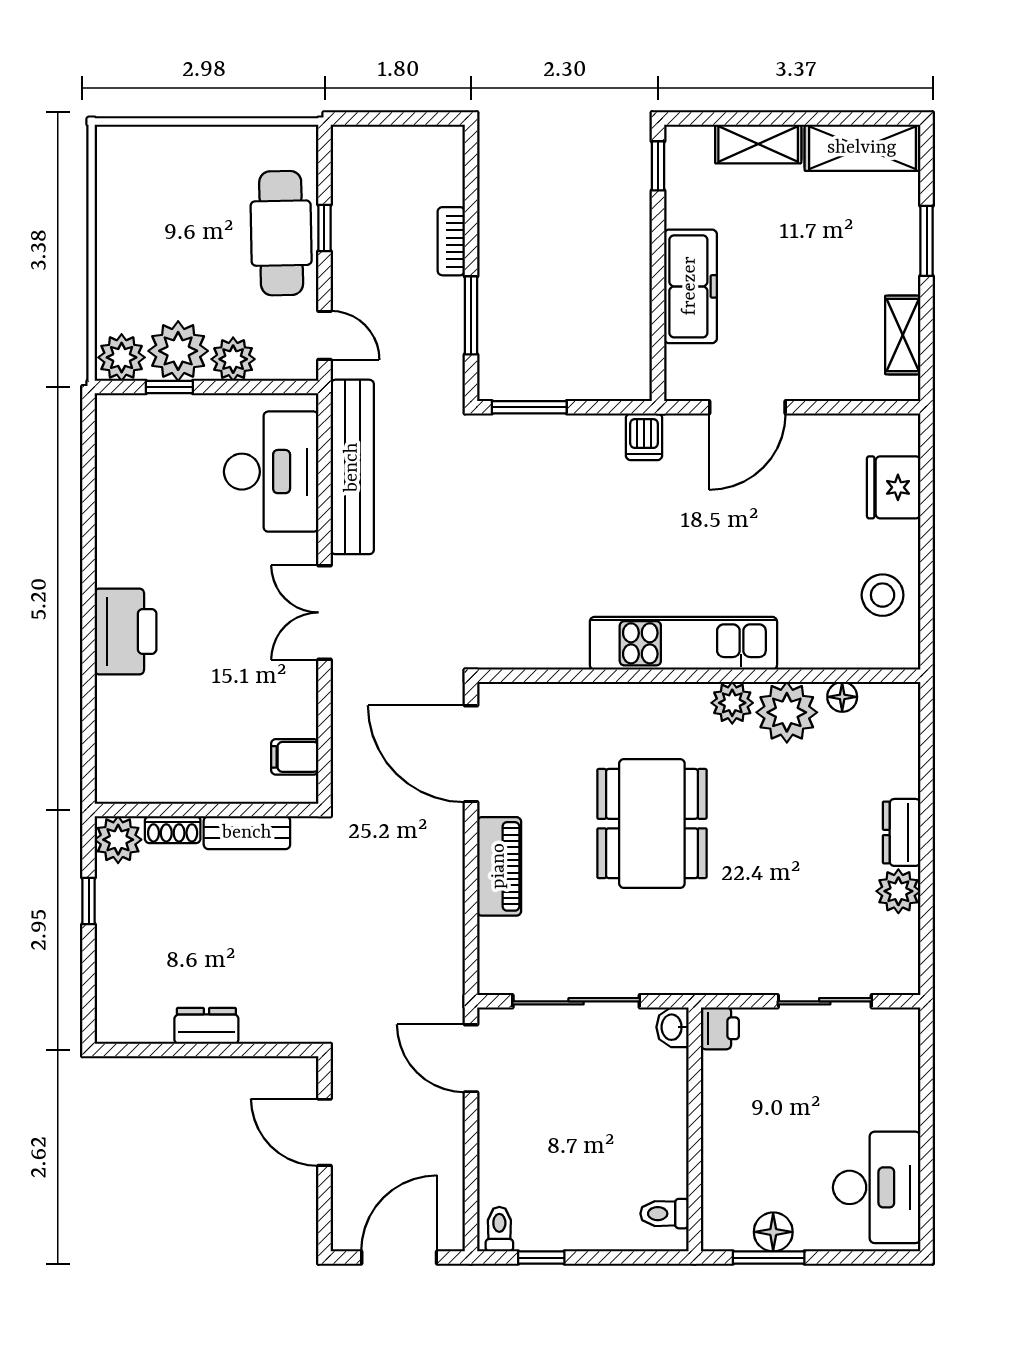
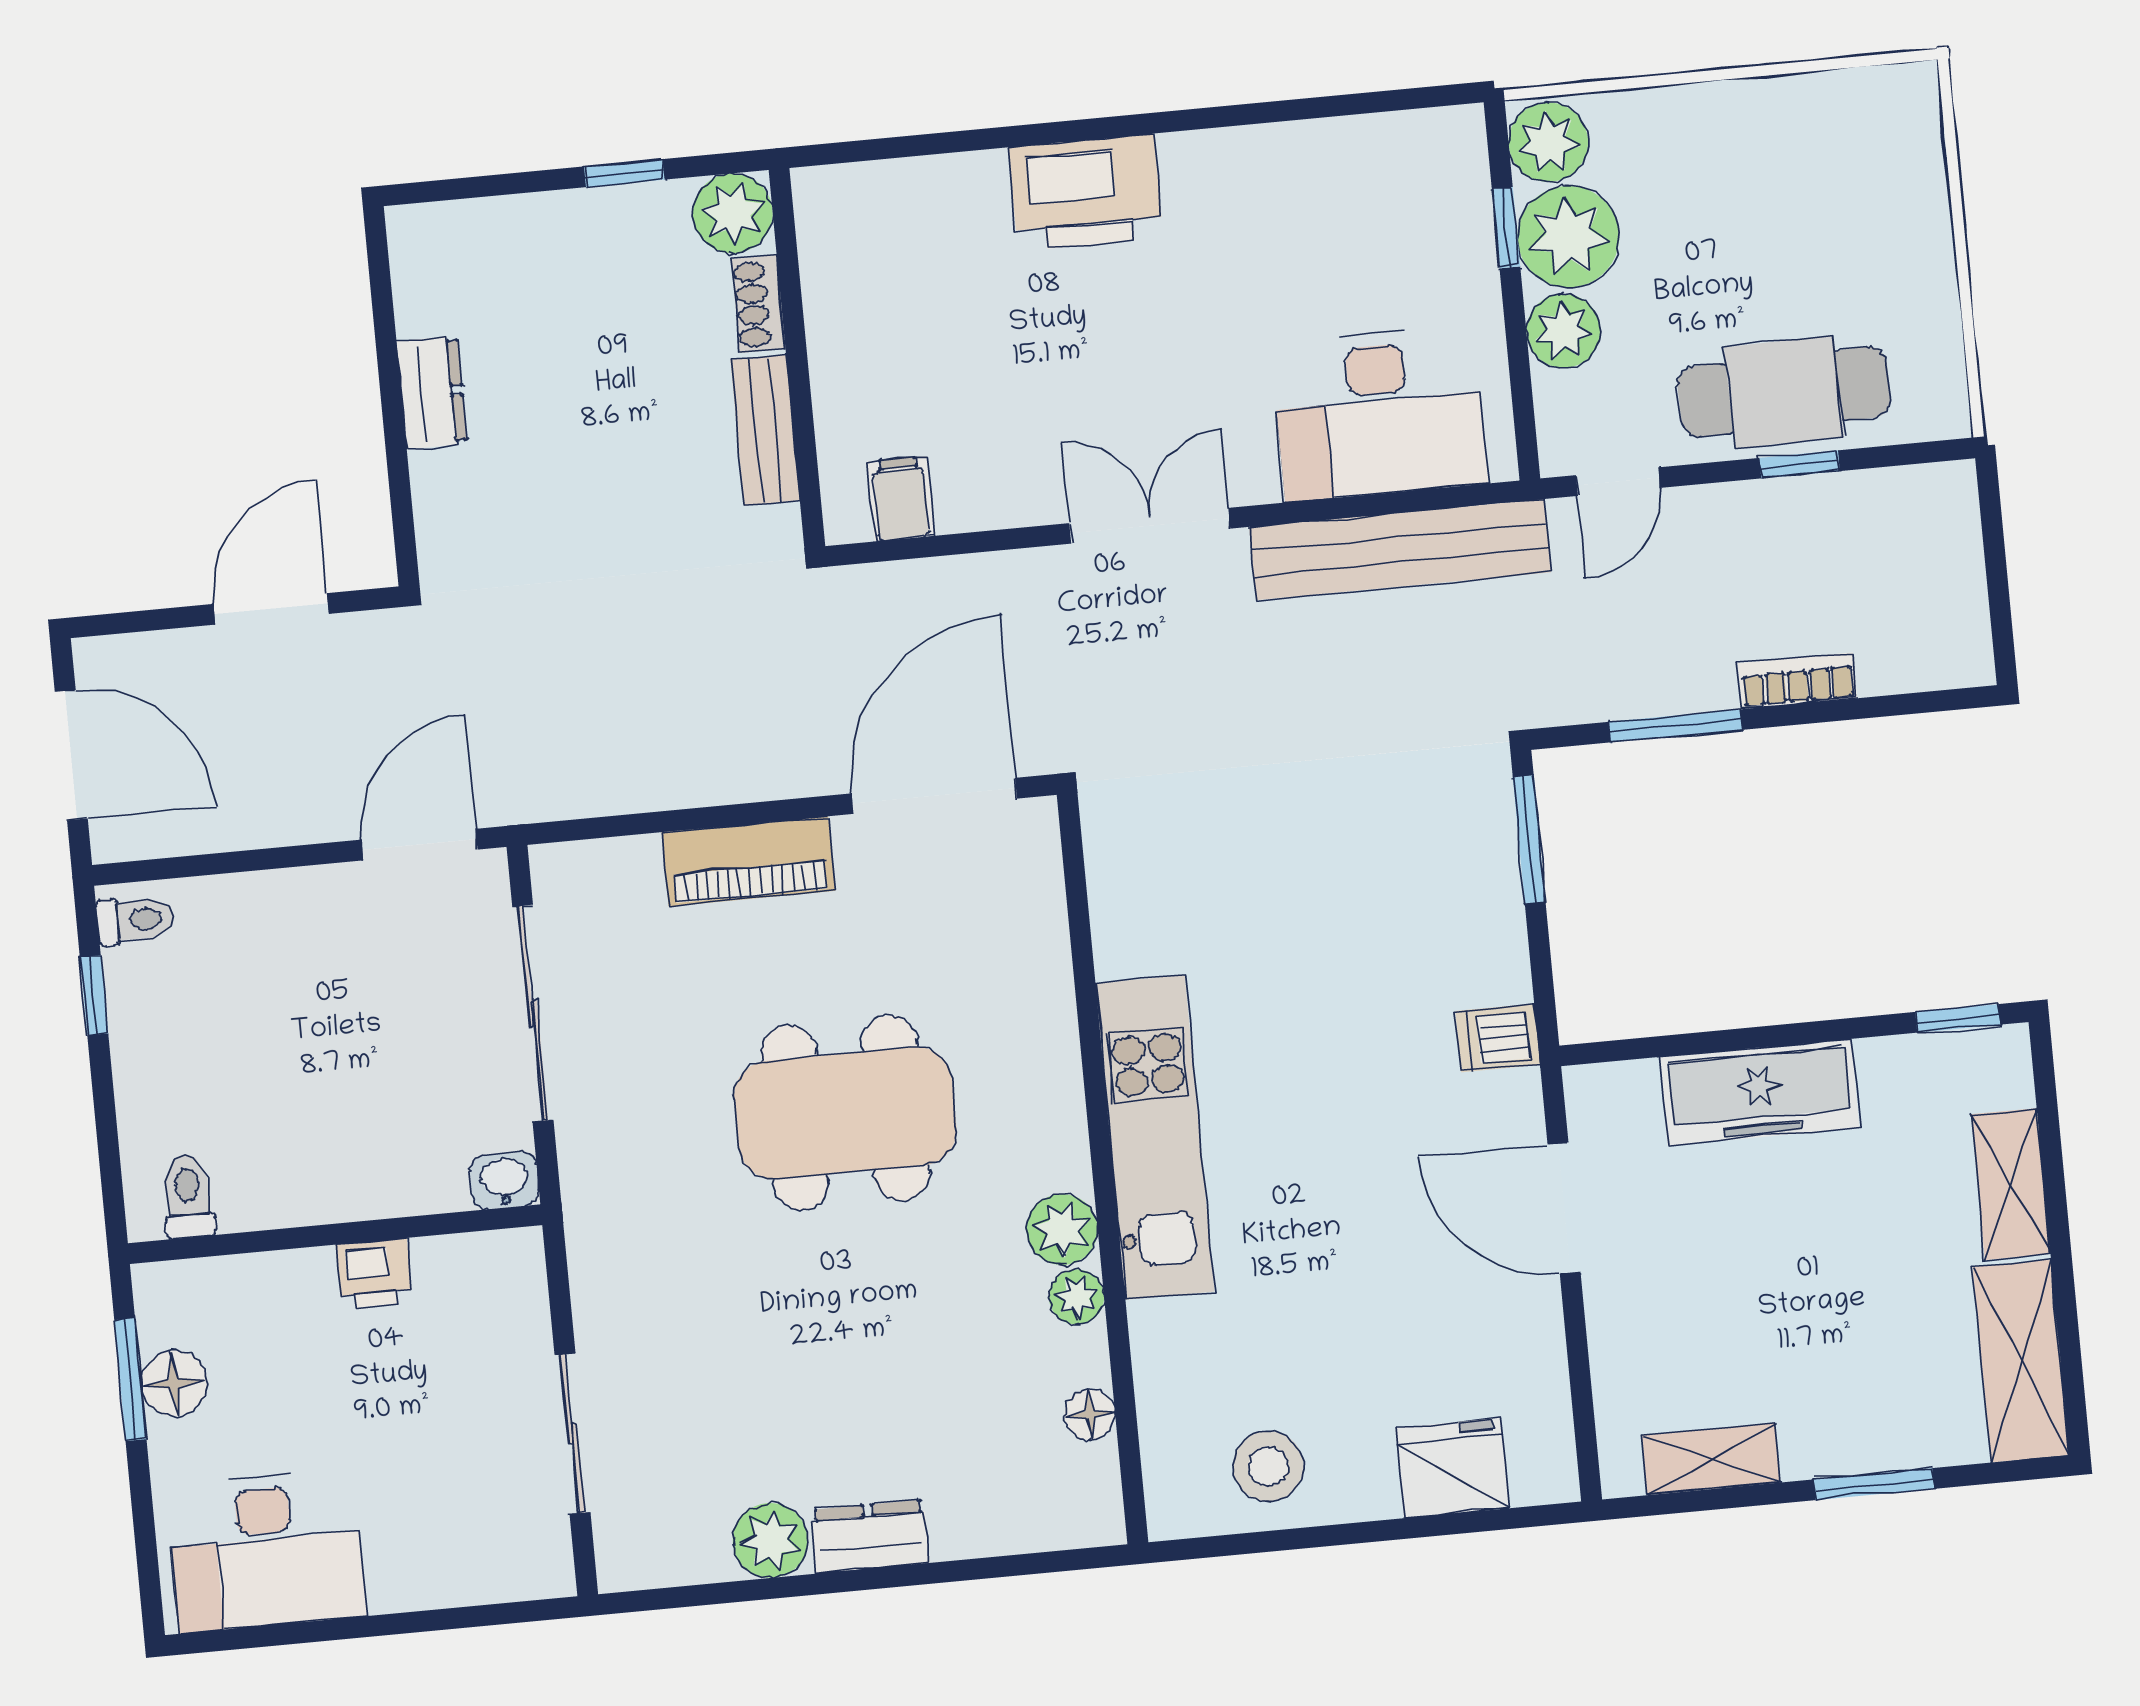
plant: (787, 712) -> (1077, 1297), width x0.53, depth x0.53
printer: (720, 1028) -> (374, 1273), moved

